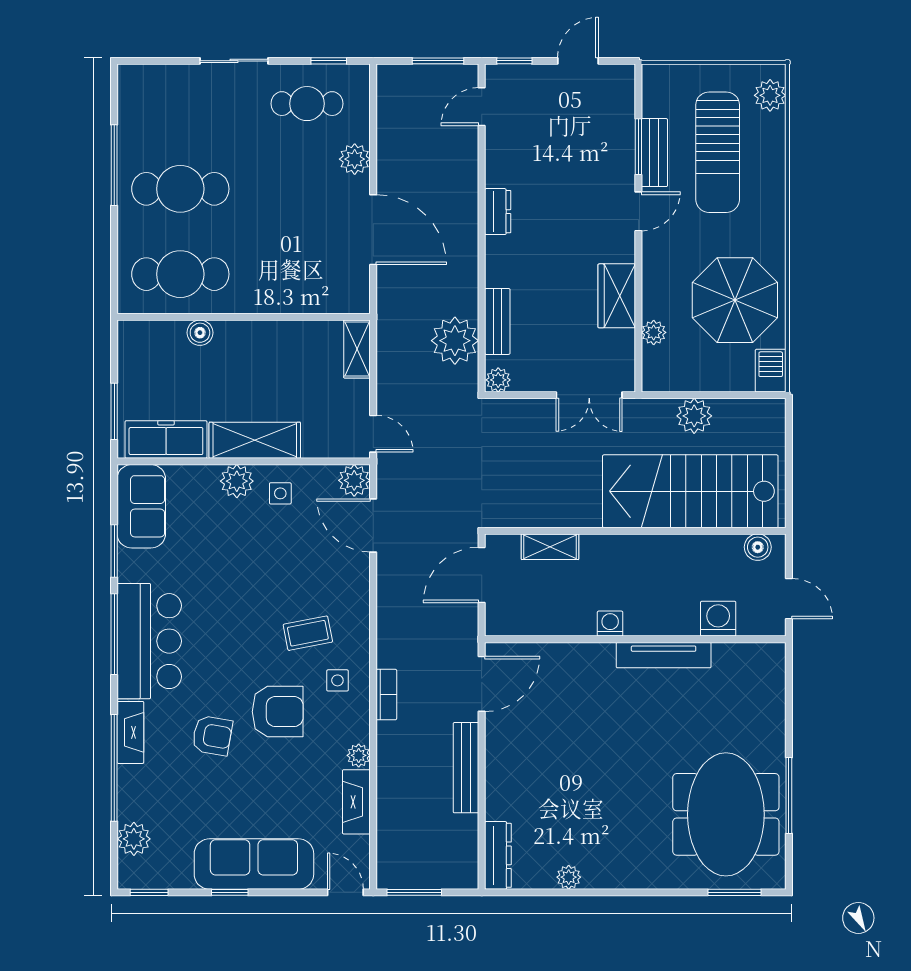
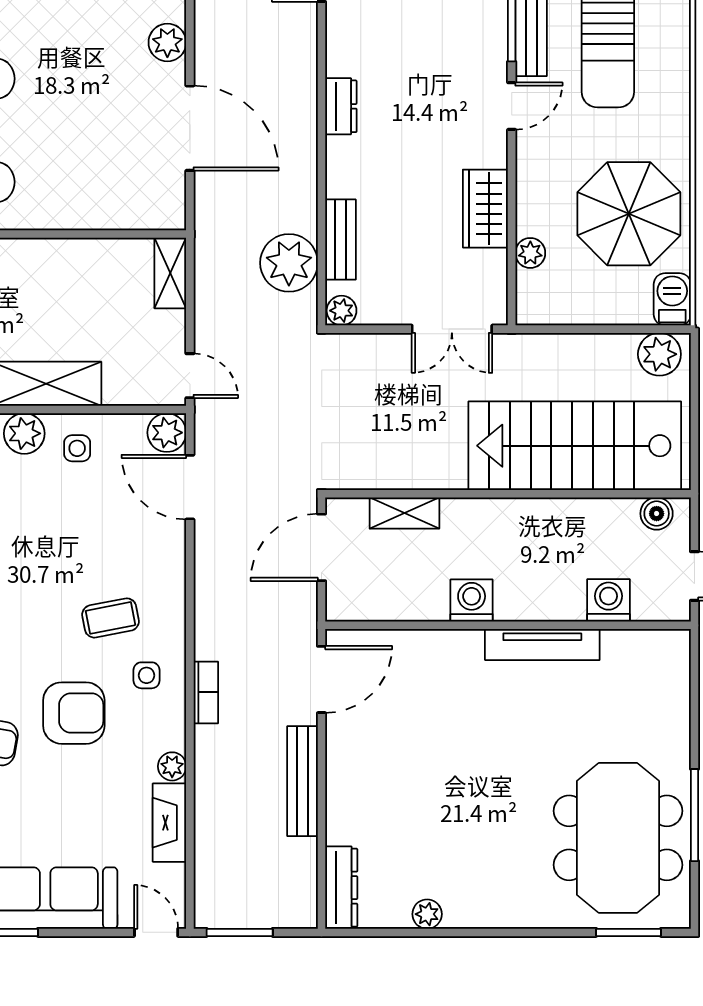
plant: (694, 416) -> (659, 354), moved
washing machine: (610, 624) -> (472, 601), width x1.38, depth x1.38

